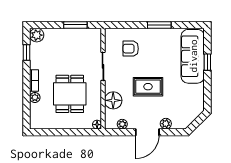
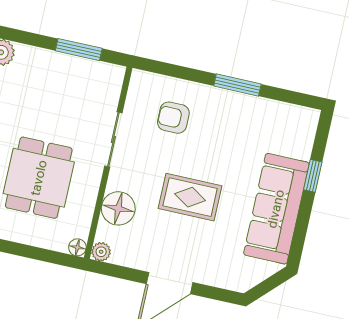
sofa: (193, 56) -> (276, 209), moved
plant: (122, 124) -> (101, 252), moved
plant: (166, 124) -> (208, 275), removed

